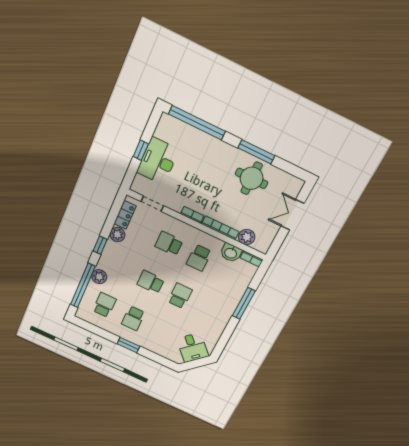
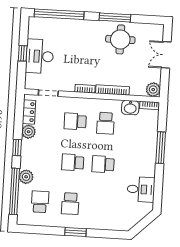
plant: (247, 237) -> (153, 90), moved
school desk: (180, 296) -> (103, 164), turned -90
desk: (192, 347) -> (141, 189), moved, turned -46

